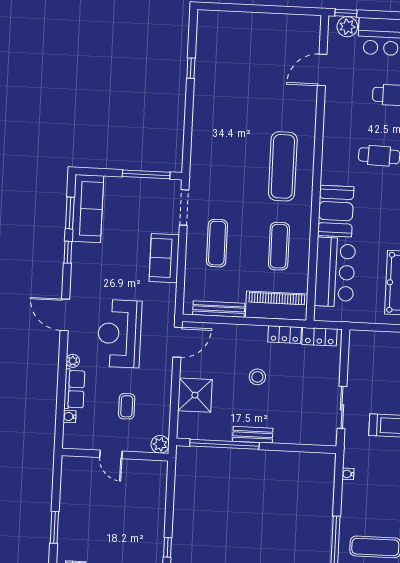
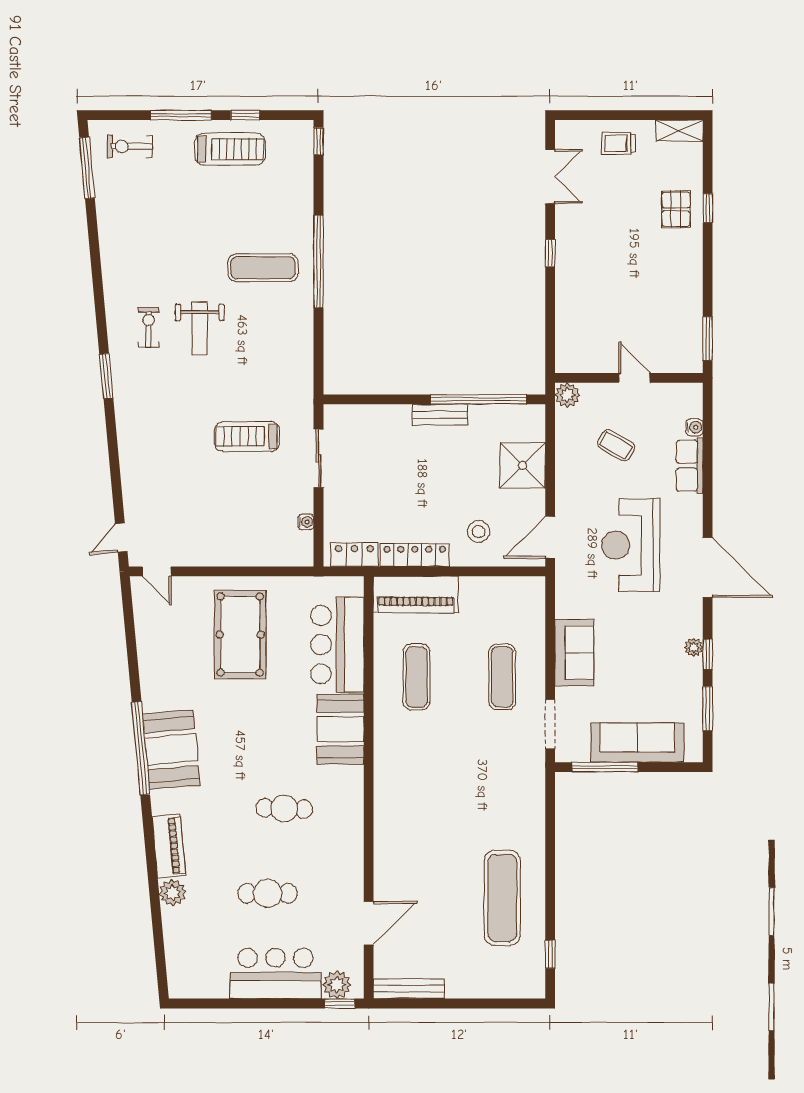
window: (191, 68) -> (550, 954), moved
exercise mat: (283, 166) -> (502, 898), moved
sofa: (88, 209) -> (637, 743), moved, turned 90
bench: (219, 309) -> (409, 989), moved
door: (65, 315) -> (708, 567), width x1.36
reception desk: (120, 334) -> (631, 545), turned 180
locker: (285, 335) -> (415, 555), width x1.53
plant: (73, 361) -> (694, 647), moved
stool: (257, 377) -> (478, 532), moved
coffee table: (127, 406) -> (616, 445), turned -60
water cooler: (348, 474) -> (306, 522), moved
window: (54, 527) -> (708, 339), moved

